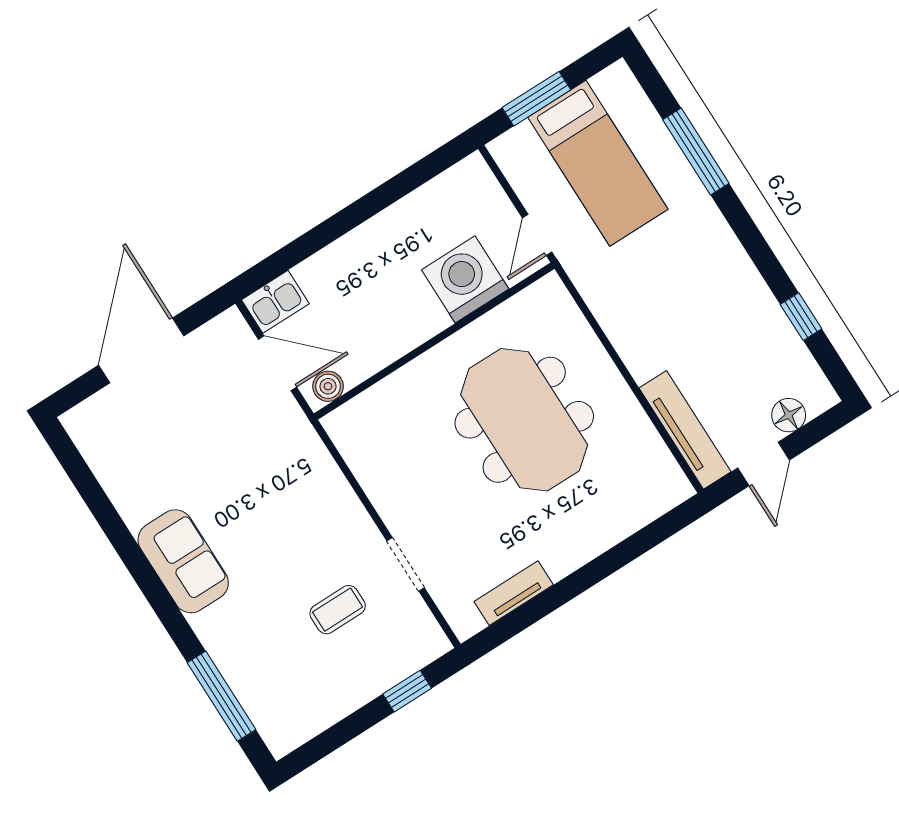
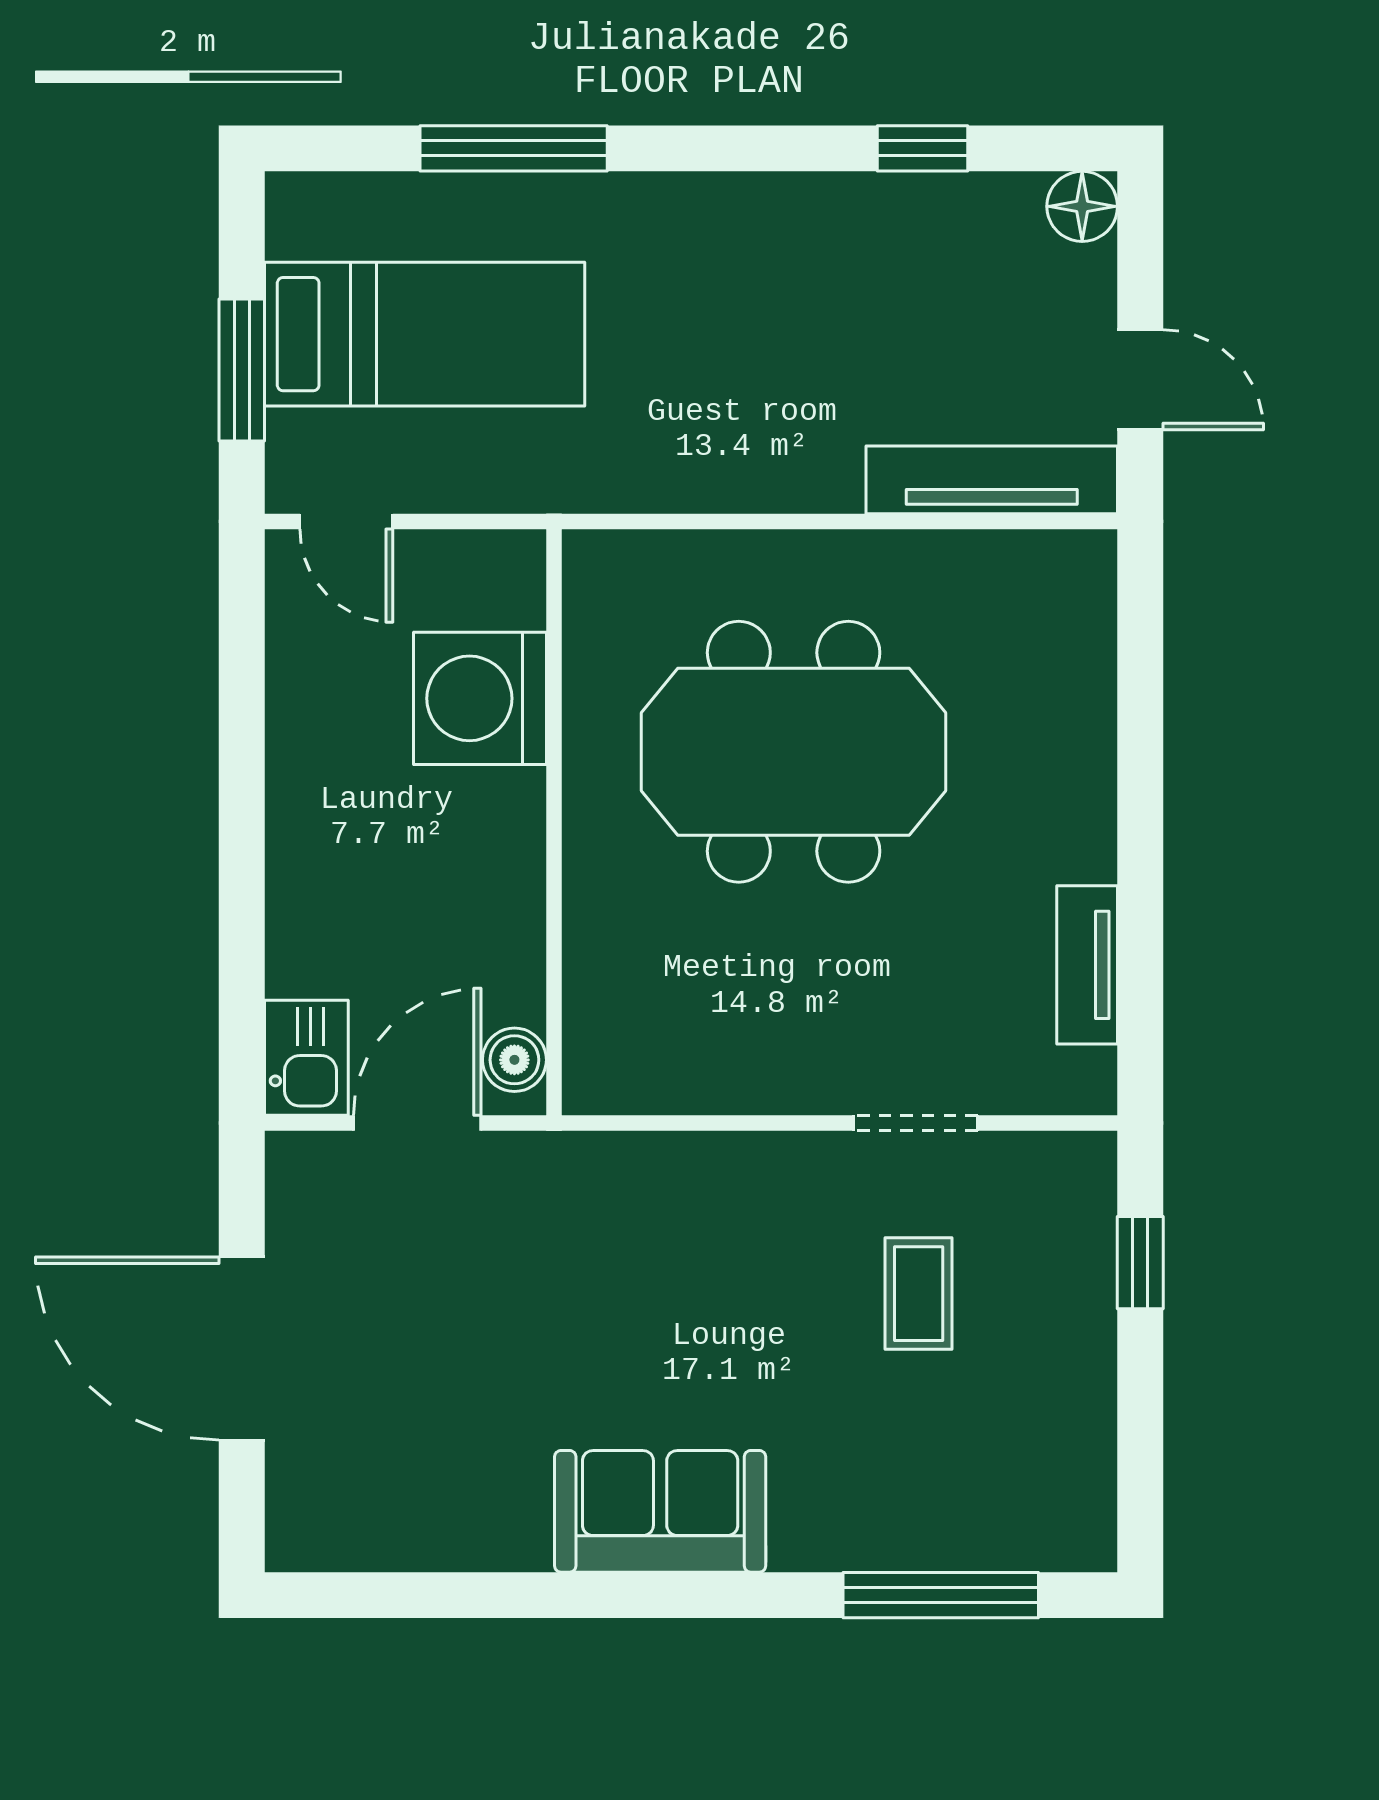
door: (537, 235) -> (346, 521), moved
floor lamp: (789, 415) -> (1082, 206), moved

